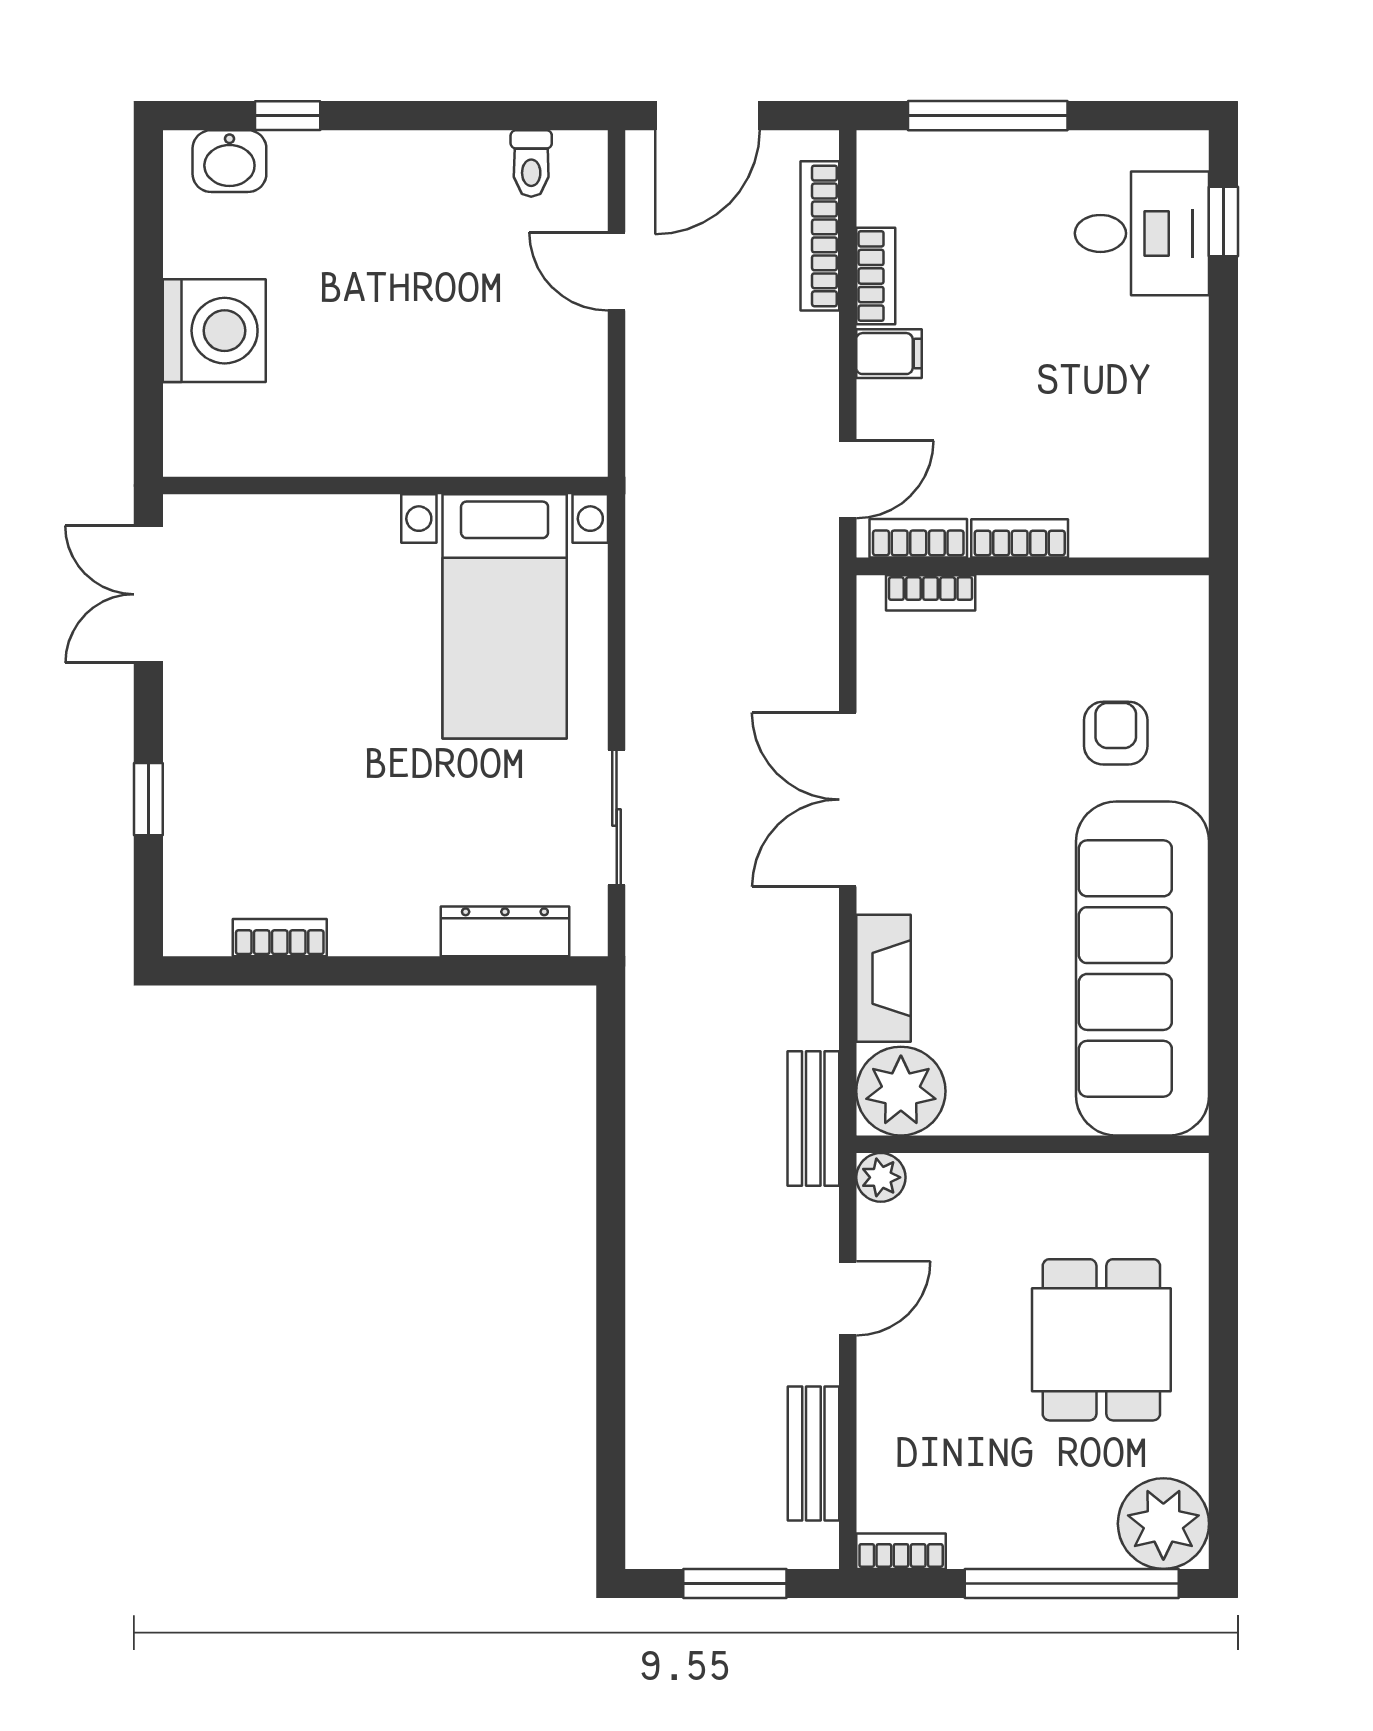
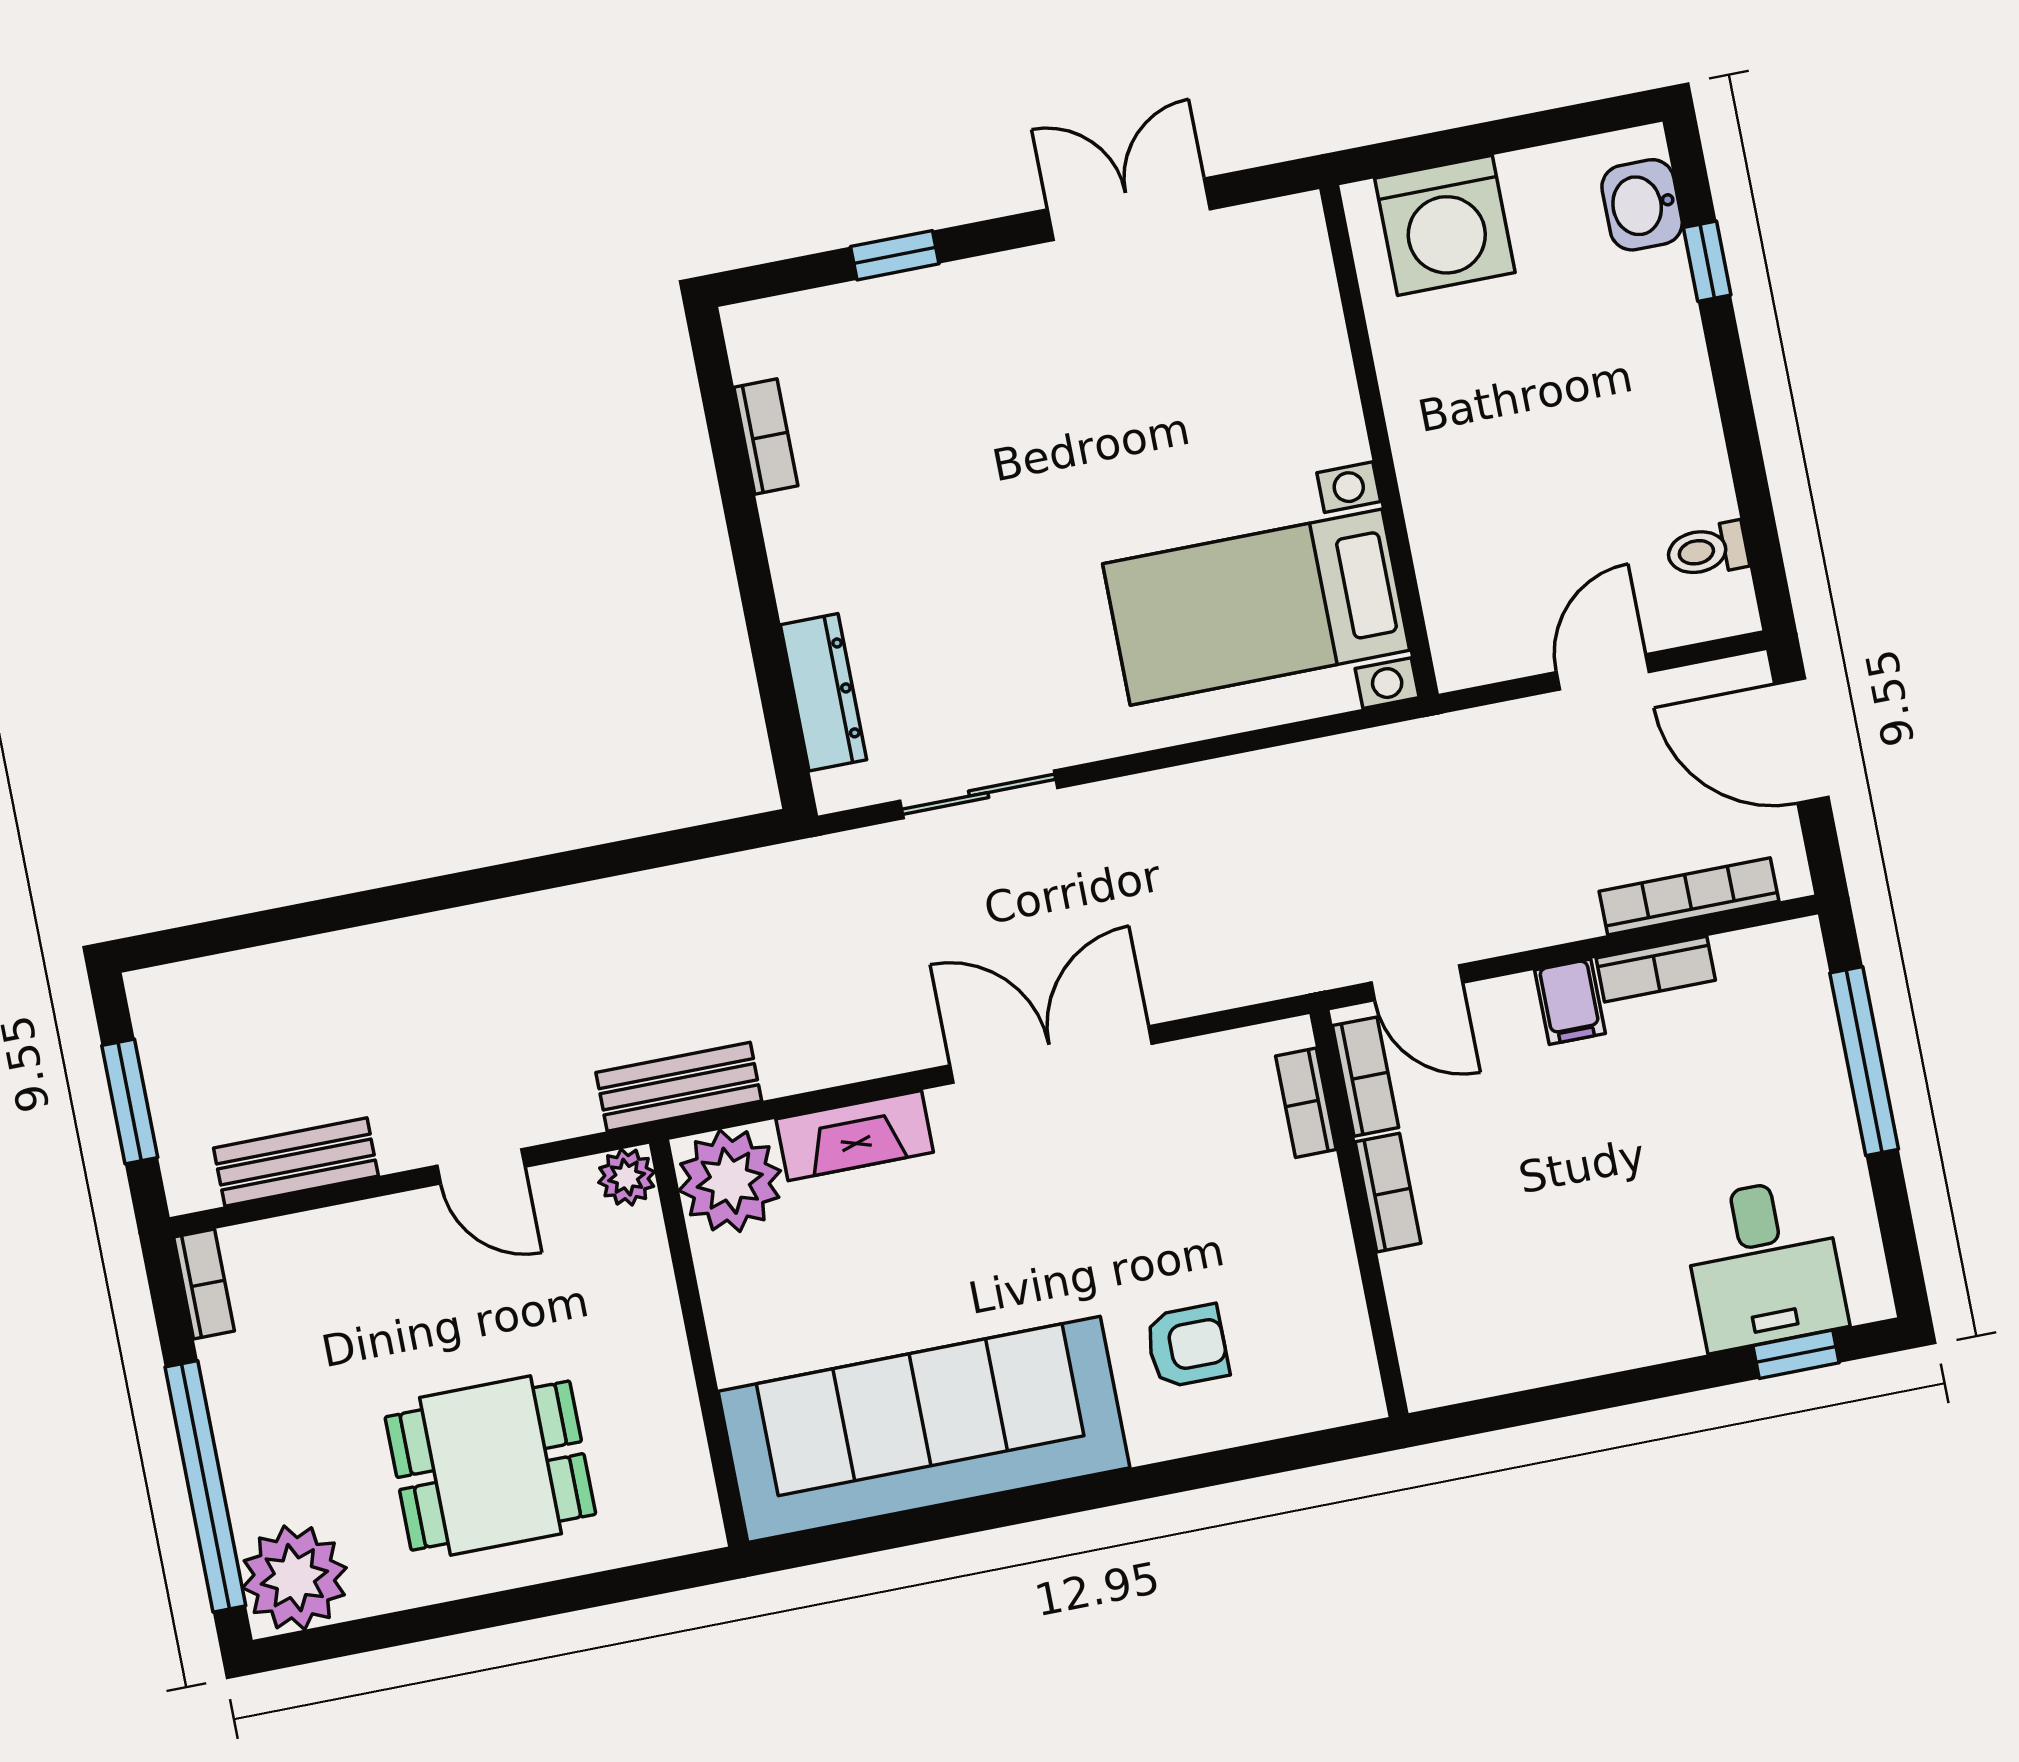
wall: (385, 485) -> (1379, 441), moved
bed with nightstands: (505, 616) -> (1256, 607), moved

